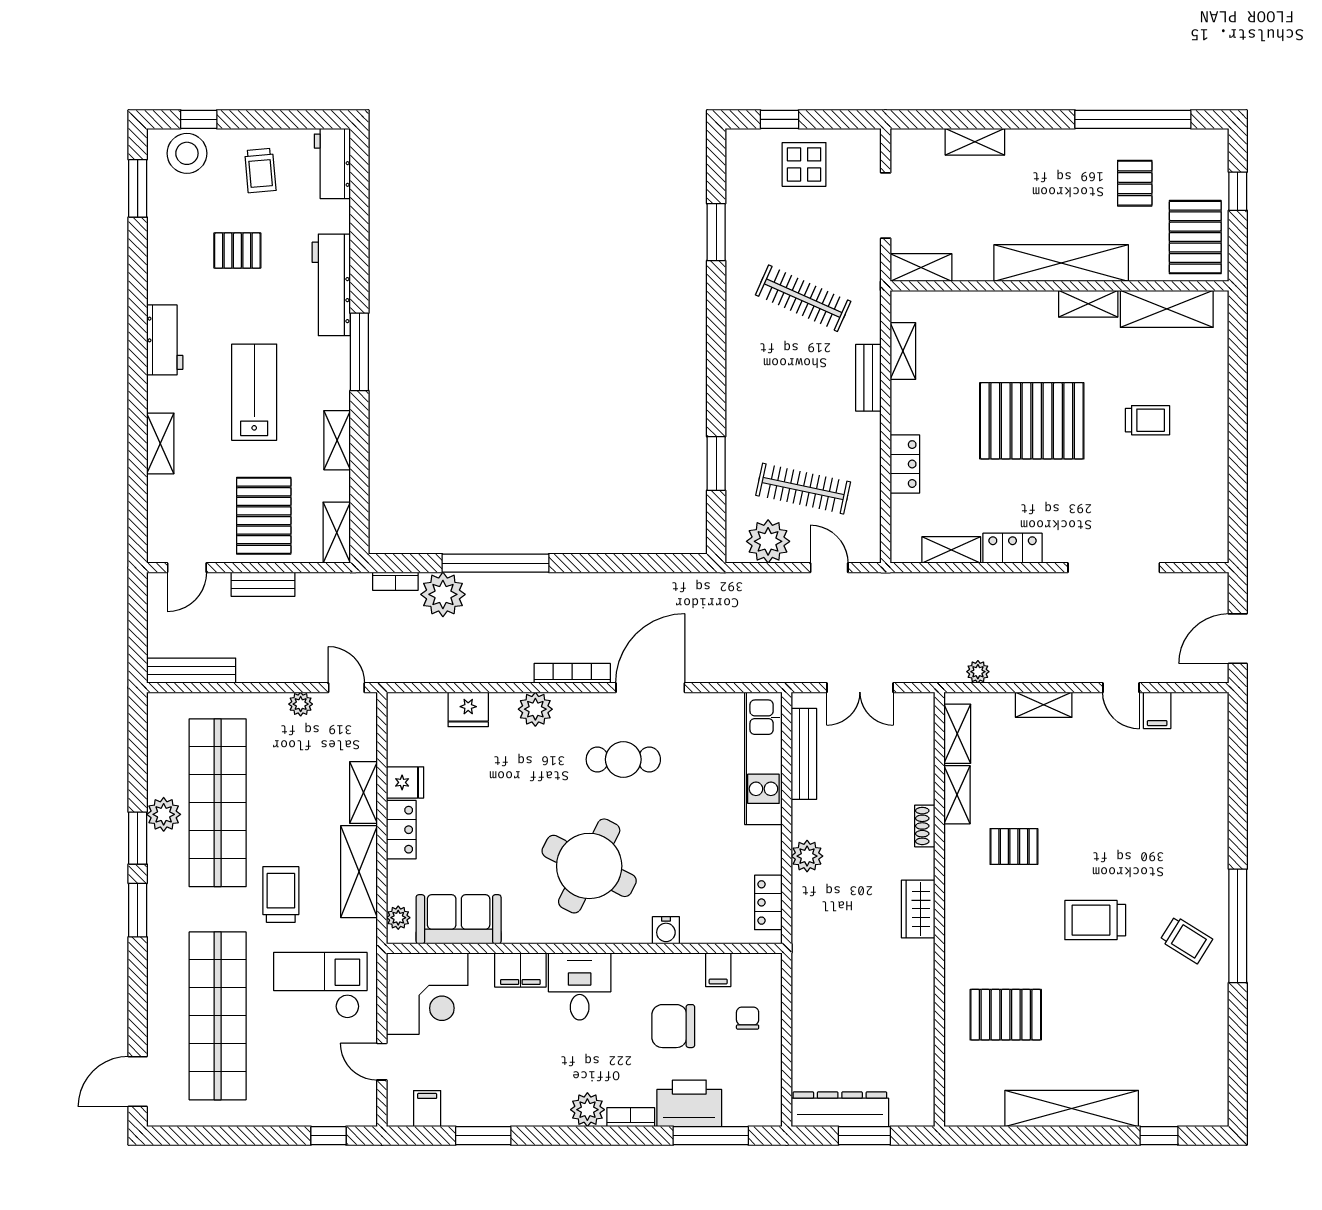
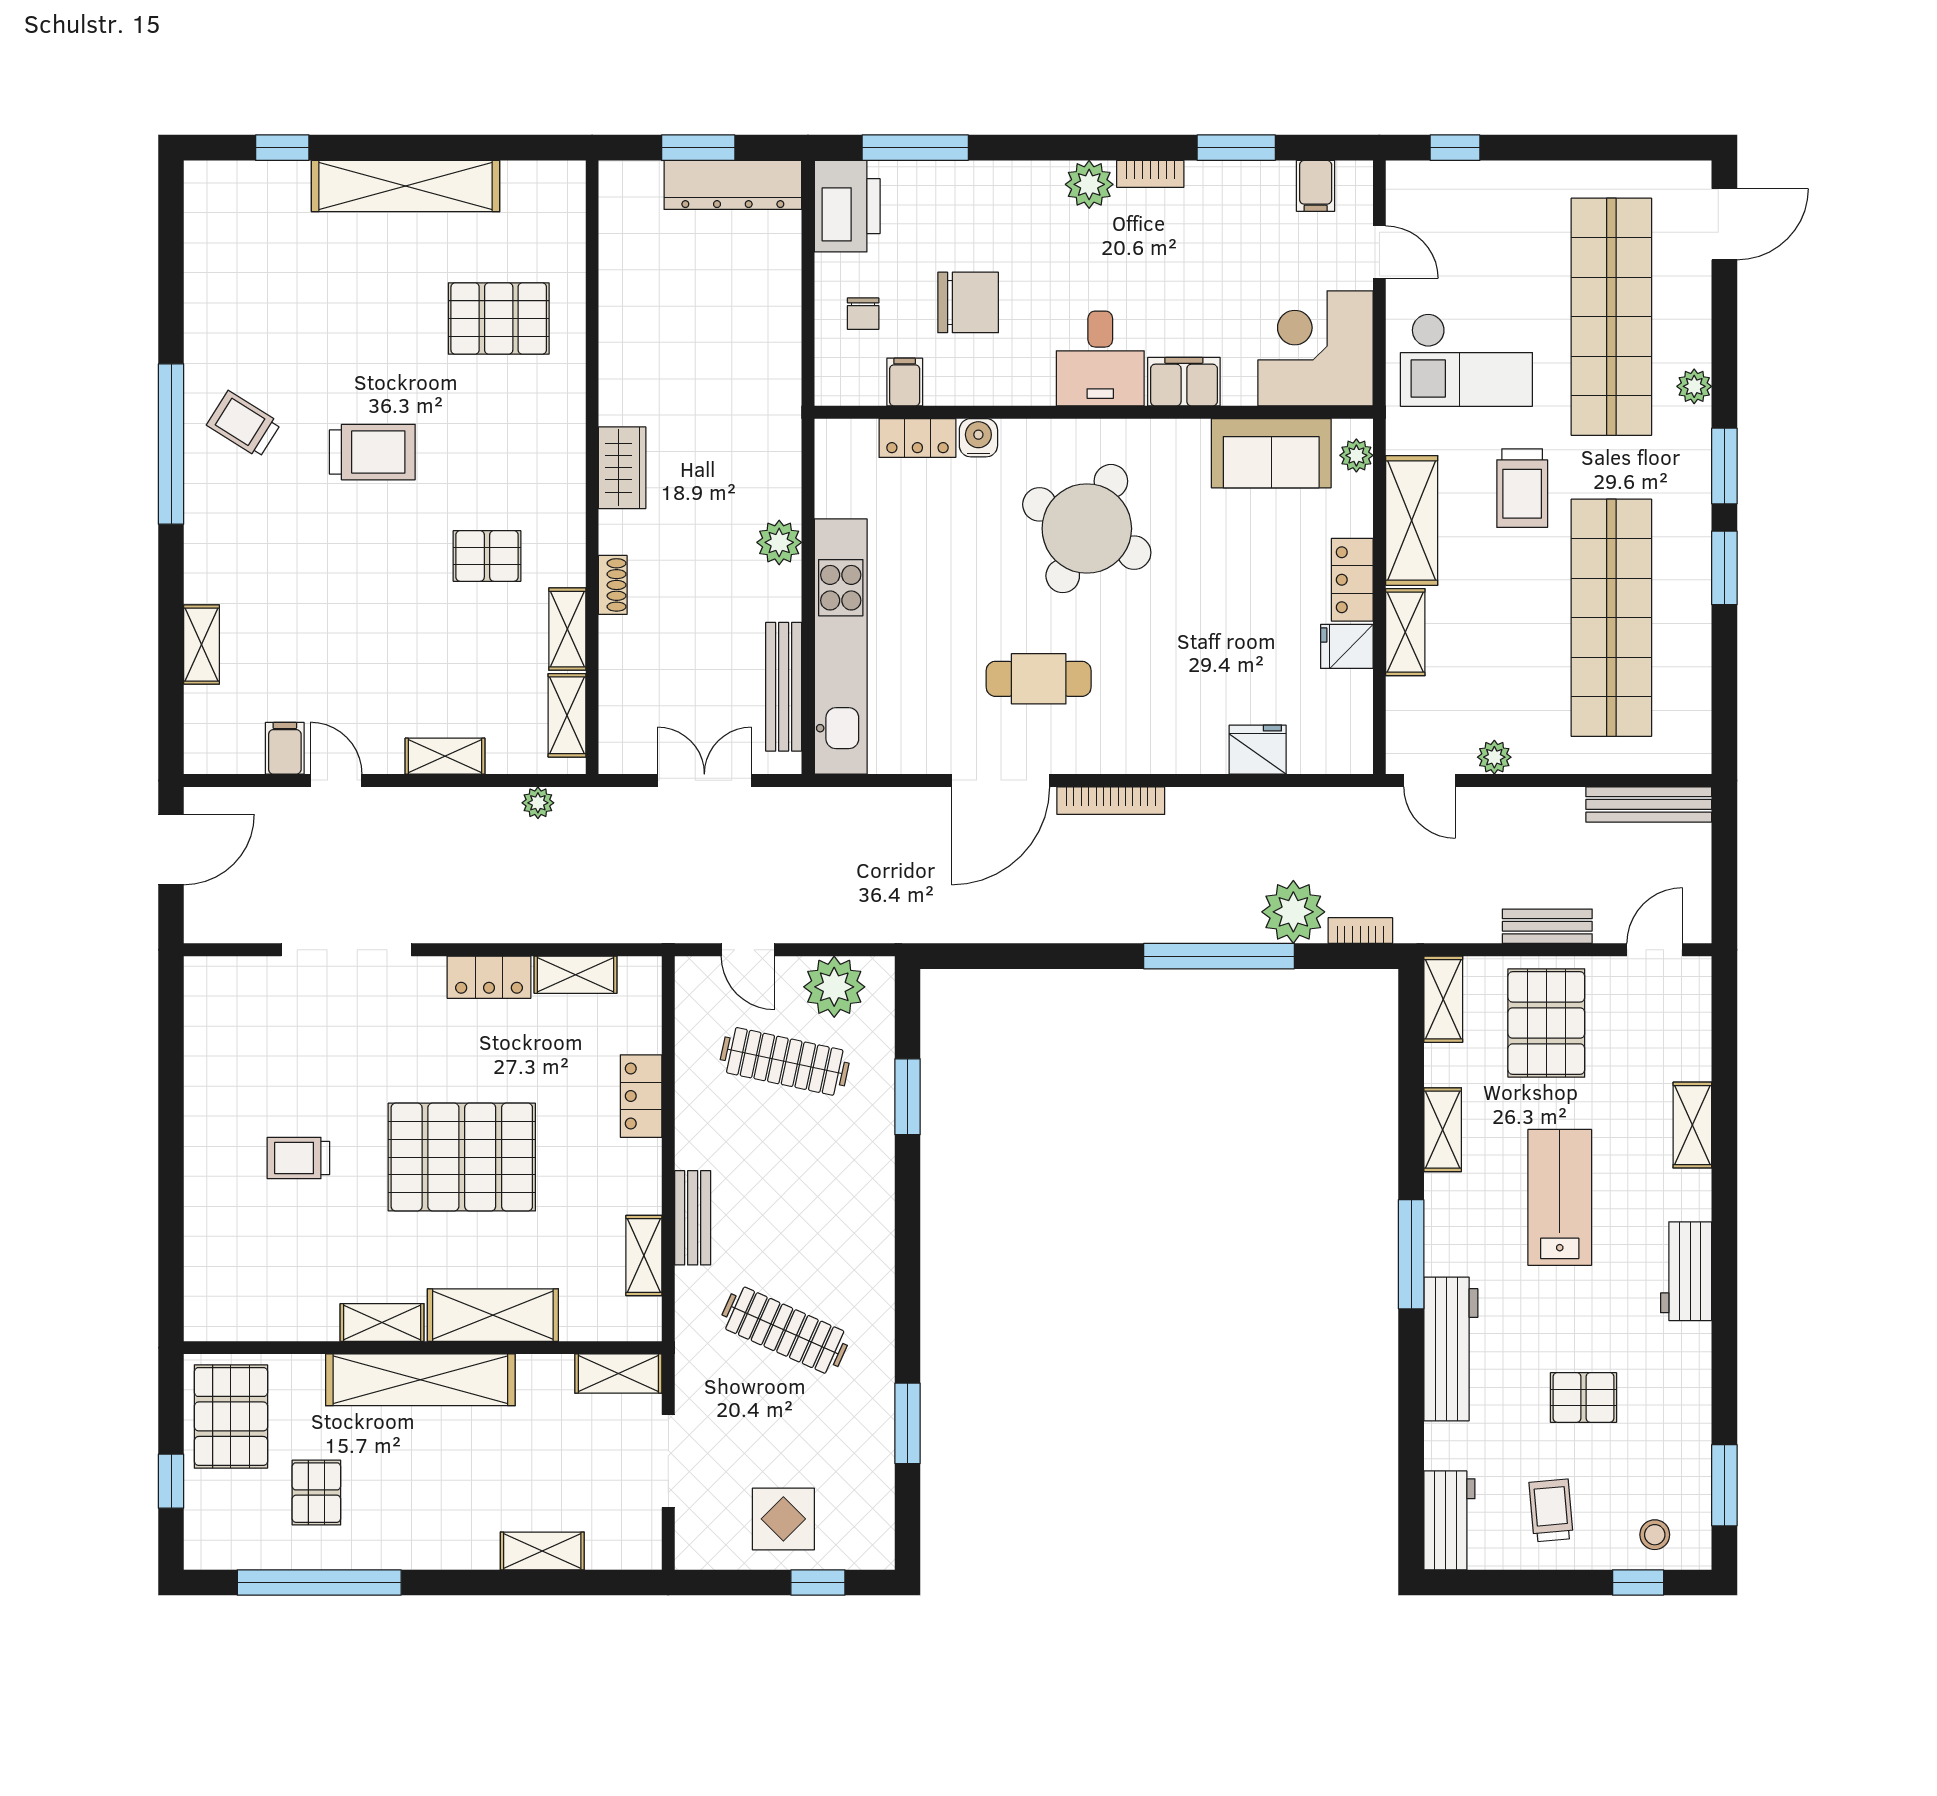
stool: (187, 153) -> (1655, 1535), width x0.53, depth x0.53
shelving: (1167, 309) -> (493, 1315), moved
lab bench: (254, 392) -> (1560, 1197), turned 180
plant: (535, 709) -> (1163, 750), removed
kitchen unit: (763, 758) -> (841, 646), width x1.36
shelving: (1216, 784) -> (202, 645), added
plant: (164, 814) -> (1694, 386), moved, width x0.73, depth x0.73
locker: (768, 902) -> (917, 438), moved, turned 90
printer: (689, 1103) -> (847, 206), moved, turned -90
bookcase: (631, 1117) -> (1150, 174), moved

